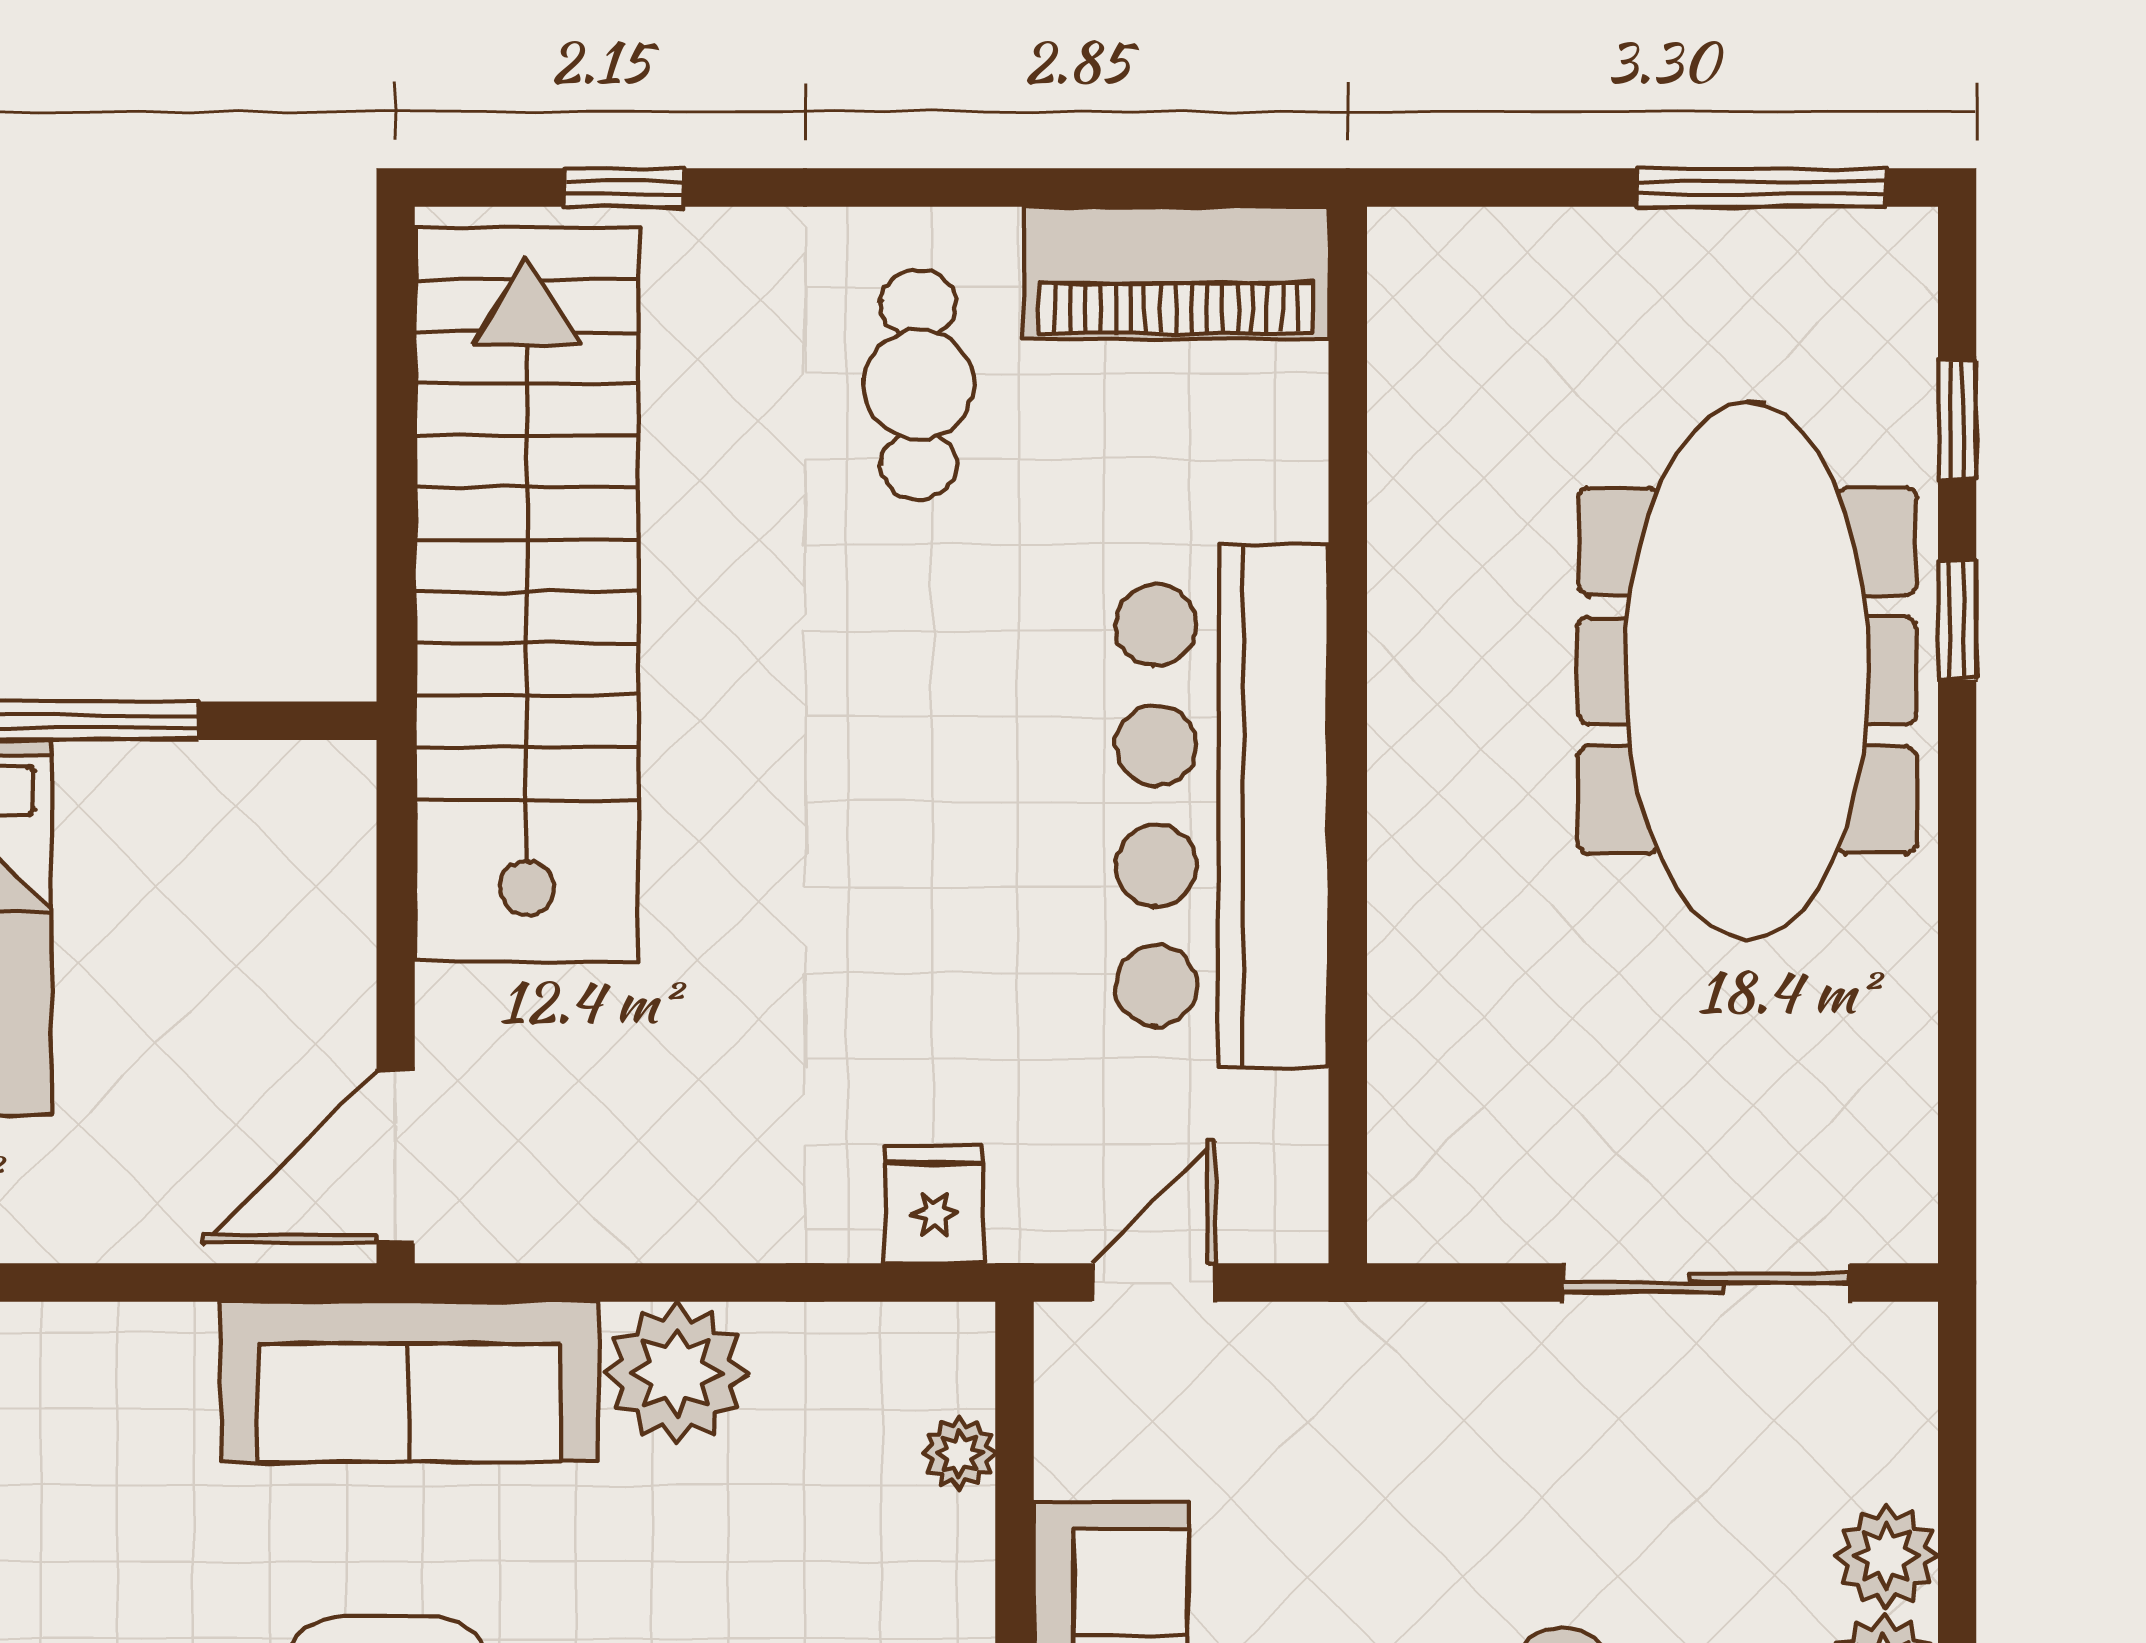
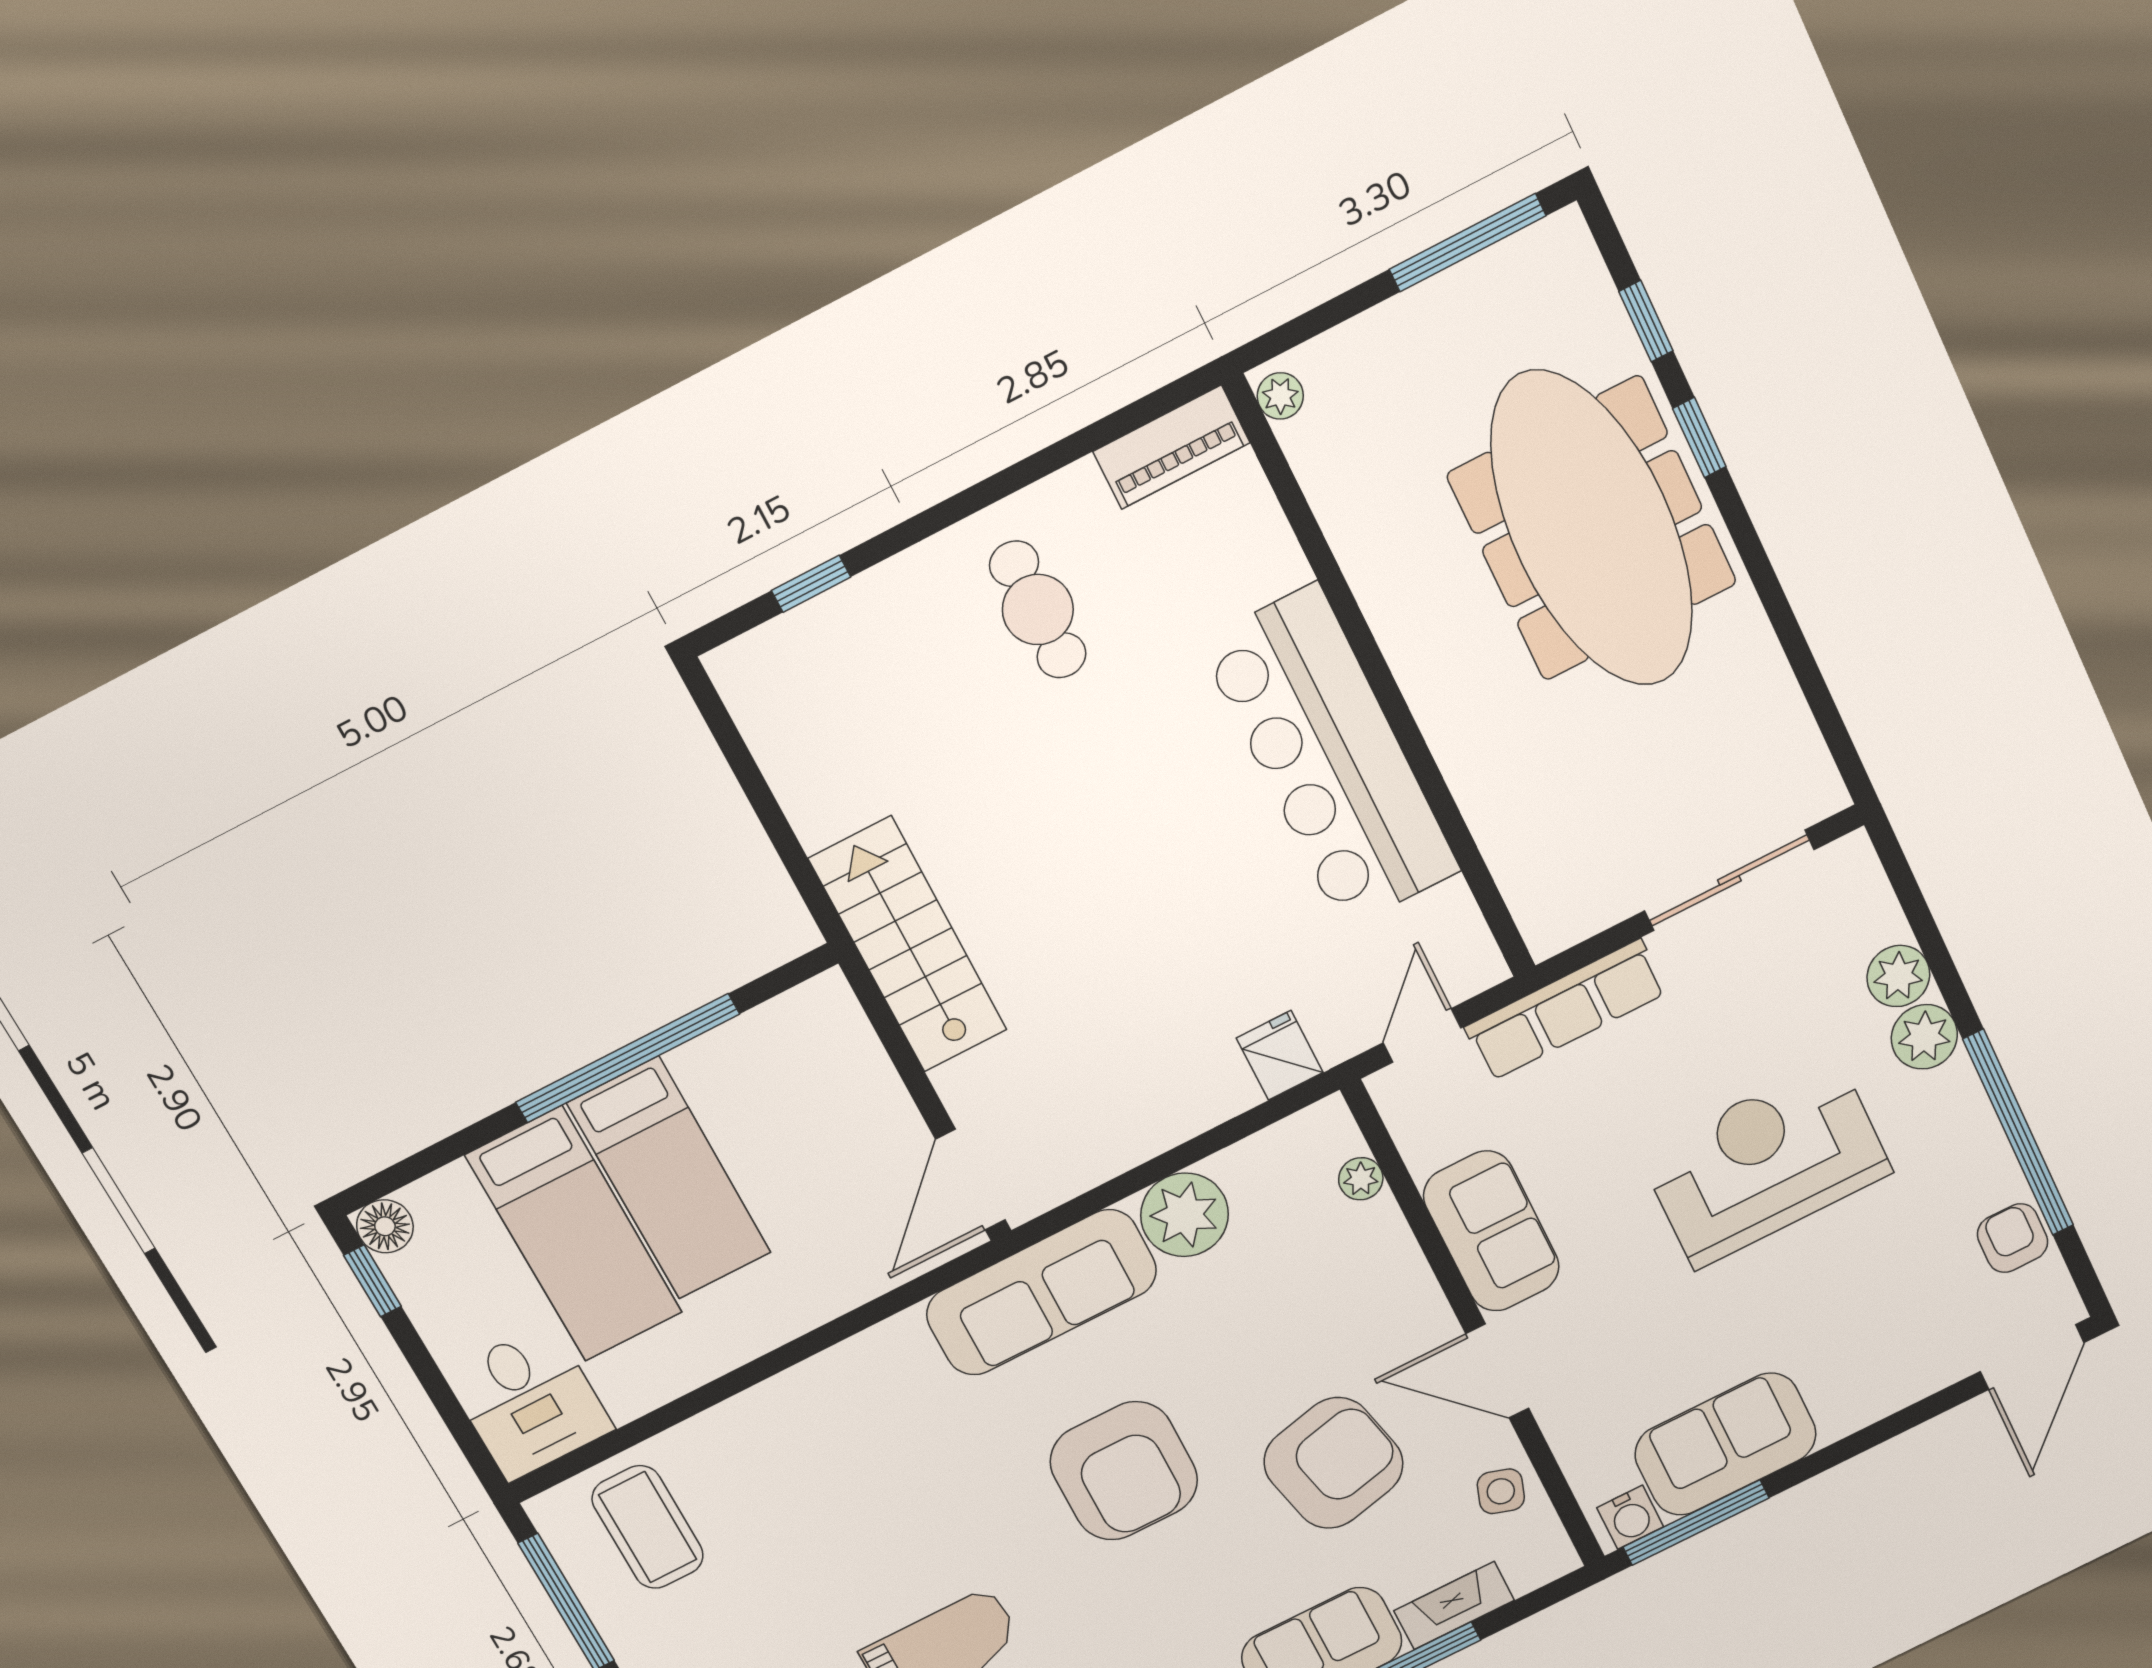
plant: (1402, 263) -> (1280, 396), added
piano: (1176, 273) -> (1171, 447), width x0.73, depth x0.75
stairs: (527, 594) -> (908, 945), width x0.54, depth x0.66
row of seats: (1379, 1353) -> (1566, 1010), added

